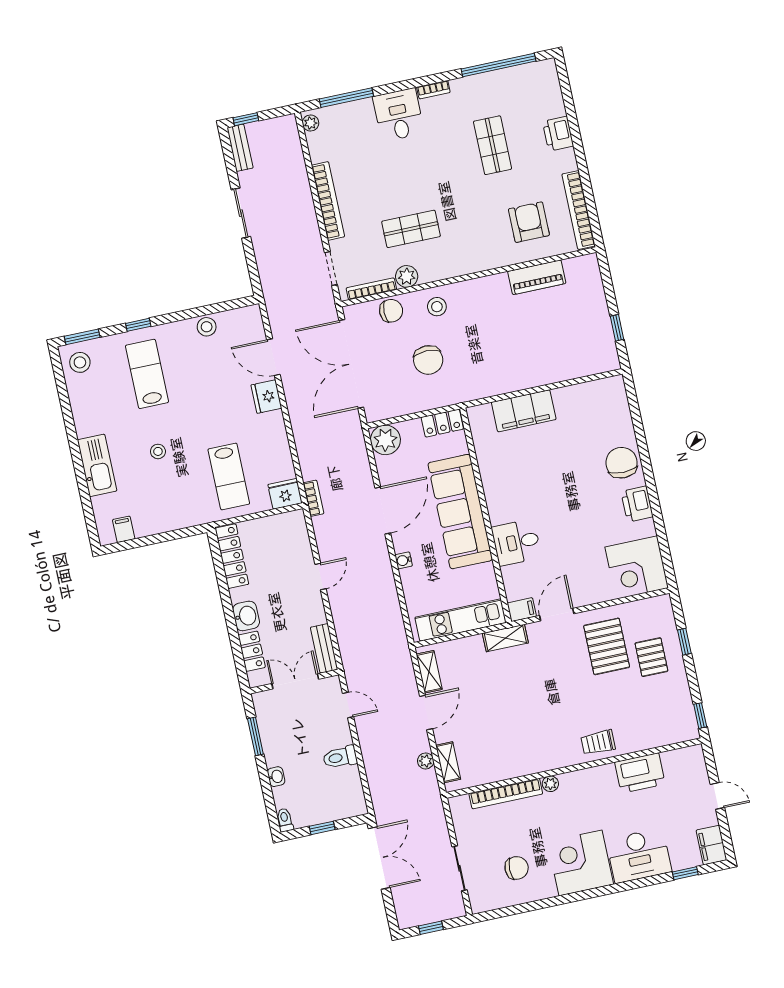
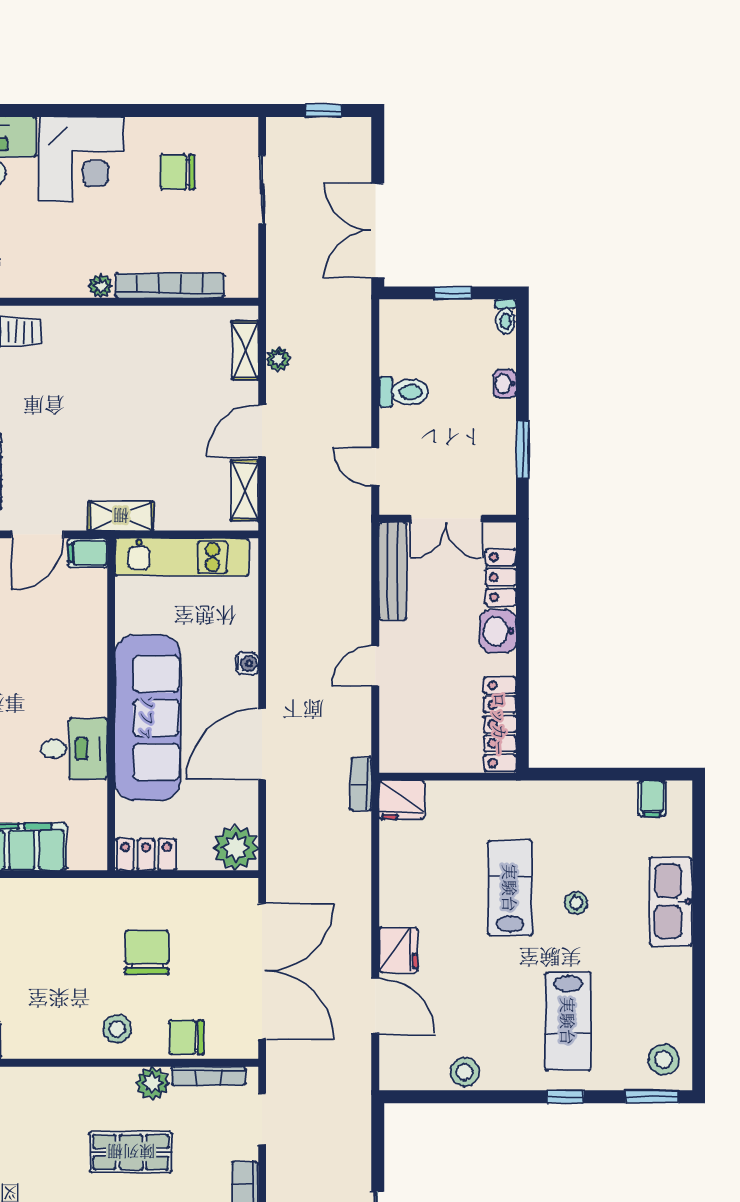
lab bench: (229, 476) -> (510, 888), moved
desk: (516, 542) -> (74, 749), moved
bench: (324, 648) -> (393, 571), width x1.36

